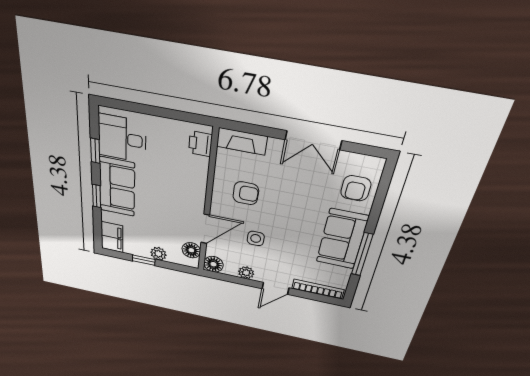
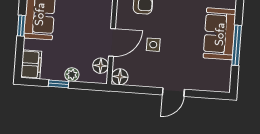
plant: (246, 273) -> (148, 80), removed
bookcase: (318, 289) -> (208, 86), removed

